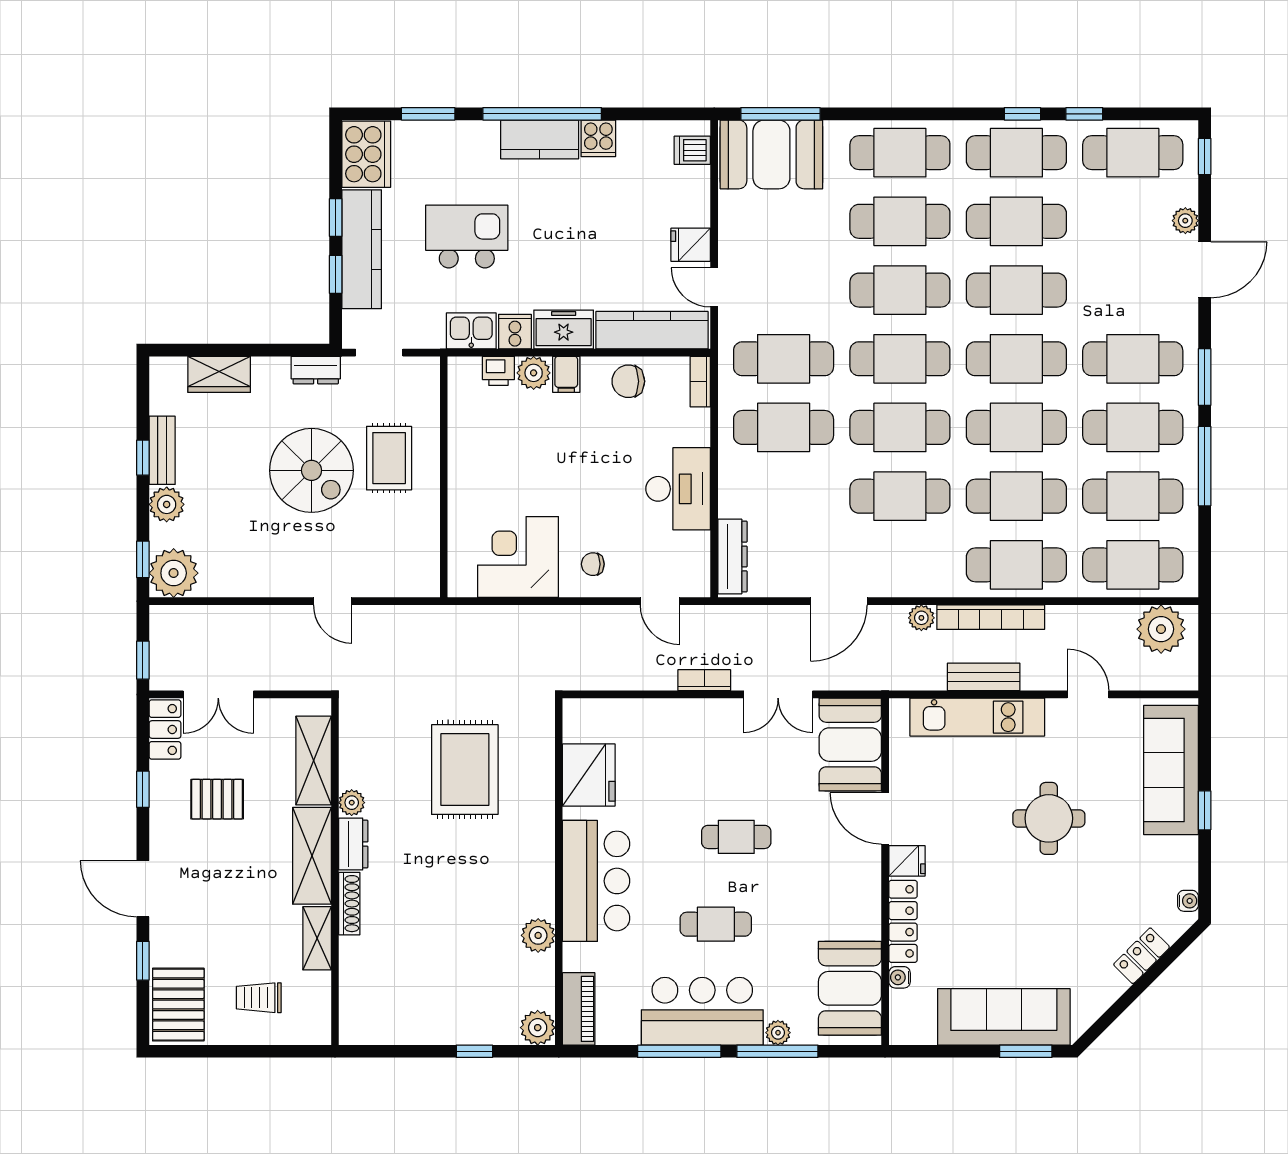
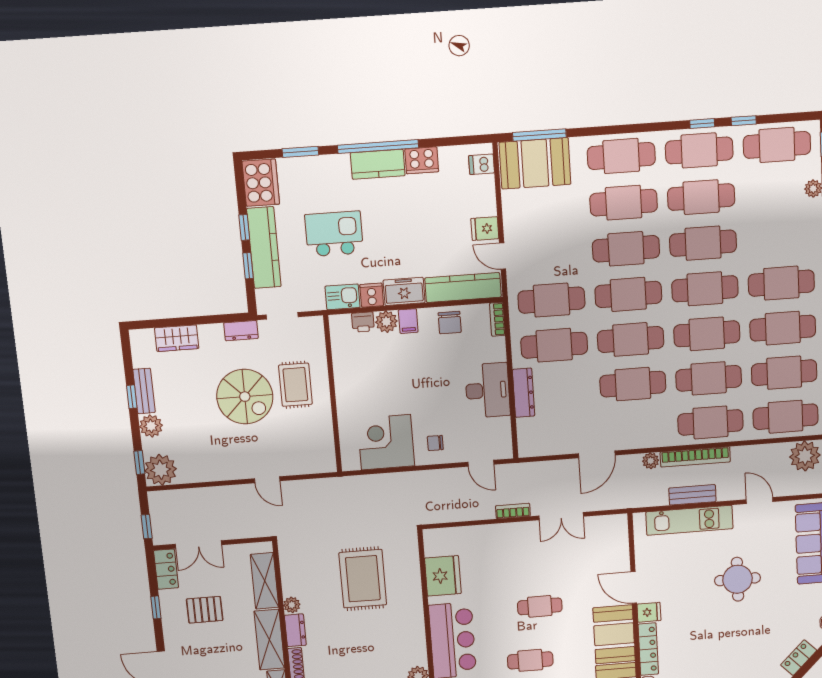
cooker: (598, 138) -> (422, 160), width x1.36
chair: (628, 381) -> (450, 323), turned -90
dresser: (732, 557) -> (524, 393), moved
booth: (850, 745) -> (614, 634), moved

